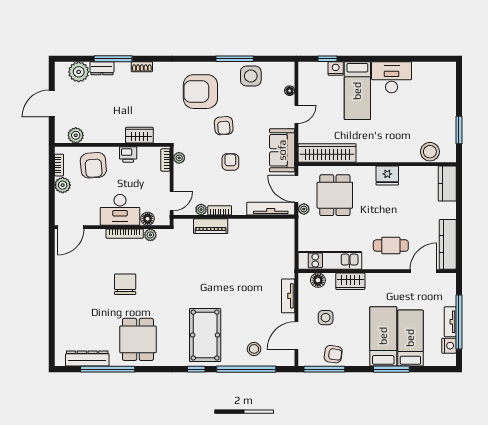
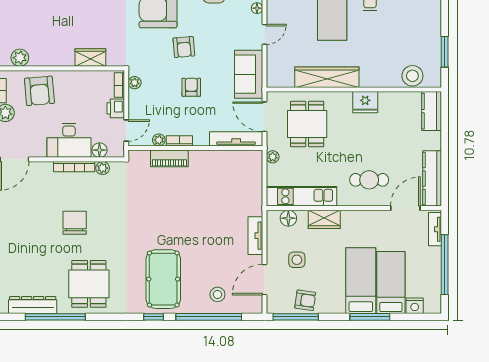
wardrobe: (327, 153) -> (327, 77), moved
printer: (128, 155) -> (116, 108), moved, turned 90
plant: (304, 209) -> (273, 157), moved
tv unit: (450, 322) -> (435, 229), moved
nightstand: (449, 346) -> (415, 306), moved, turned 90

